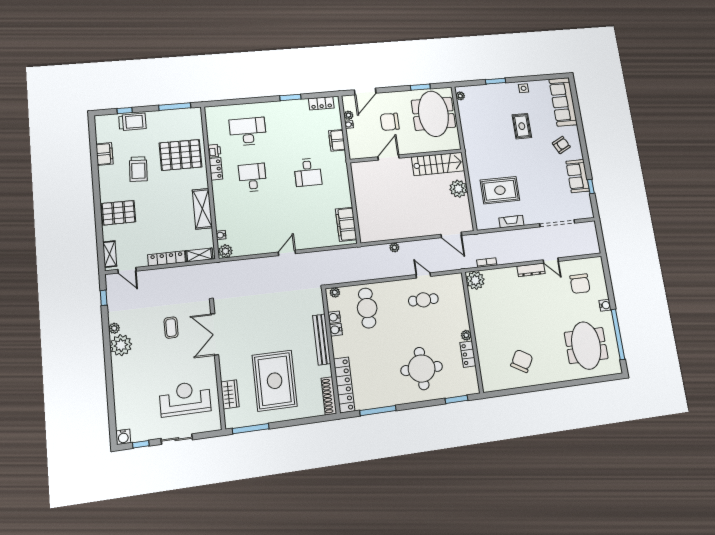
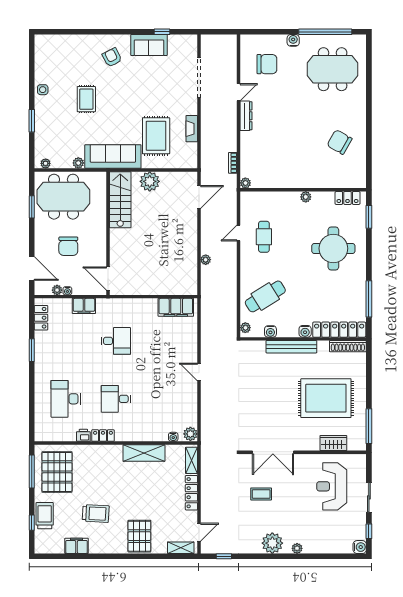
sofa: (563, 102) -> (113, 157), moved, turned 180
plant: (465, 124) -> (78, 163), added
rug: (522, 126) -> (86, 99), turned 90
pallet: (181, 155) -> (57, 472), moved
door: (388, 157) -> (108, 279), moved
plant: (475, 280) -> (245, 183), width x0.53, depth x0.53
cafe table: (367, 308) -> (265, 296), turned -32
plant: (114, 328) -> (297, 548), moved
water cooler: (336, 330) -> (305, 331), moved
locker: (468, 354) -> (348, 198), moved

